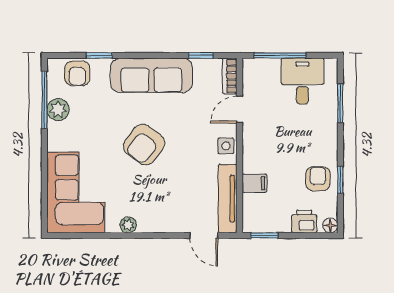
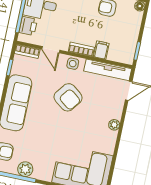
armchair: (144, 145) -> (68, 97), moved
bookcase: (249, 154) -> (81, 49), added
printer: (304, 222) -> (28, 26), moved, turned 180
plant: (128, 225) -> (114, 125), moved

